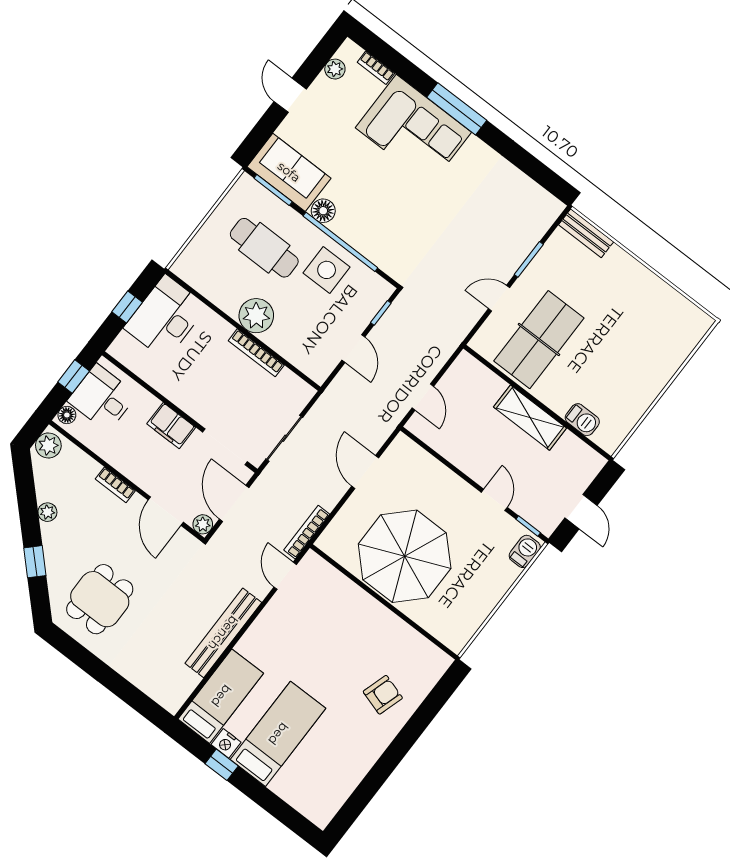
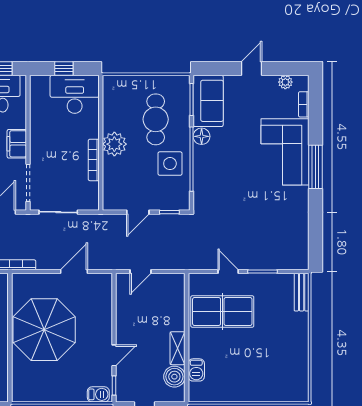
shelving: (530, 418) -> (178, 348), width x0.67, depth x0.75
boiler: (571, 450) -> (174, 377), added

